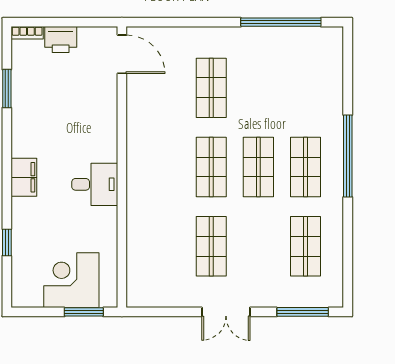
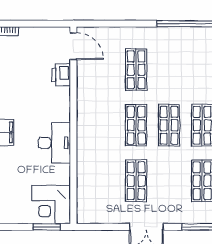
printer: (61, 40) -> (61, 75), moved, turned 90
desk: (95, 184) -> (54, 143), width x1.37
corner desk: (71, 280) -> (51, 205), moved, turned -90

